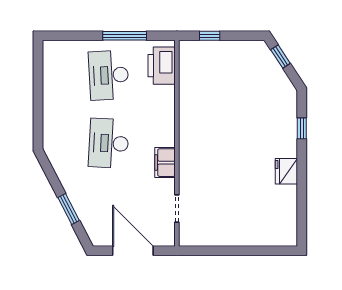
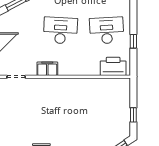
window: (125, 36) -> (133, 41), width x0.46
window: (210, 36) -> (133, 115), moved

